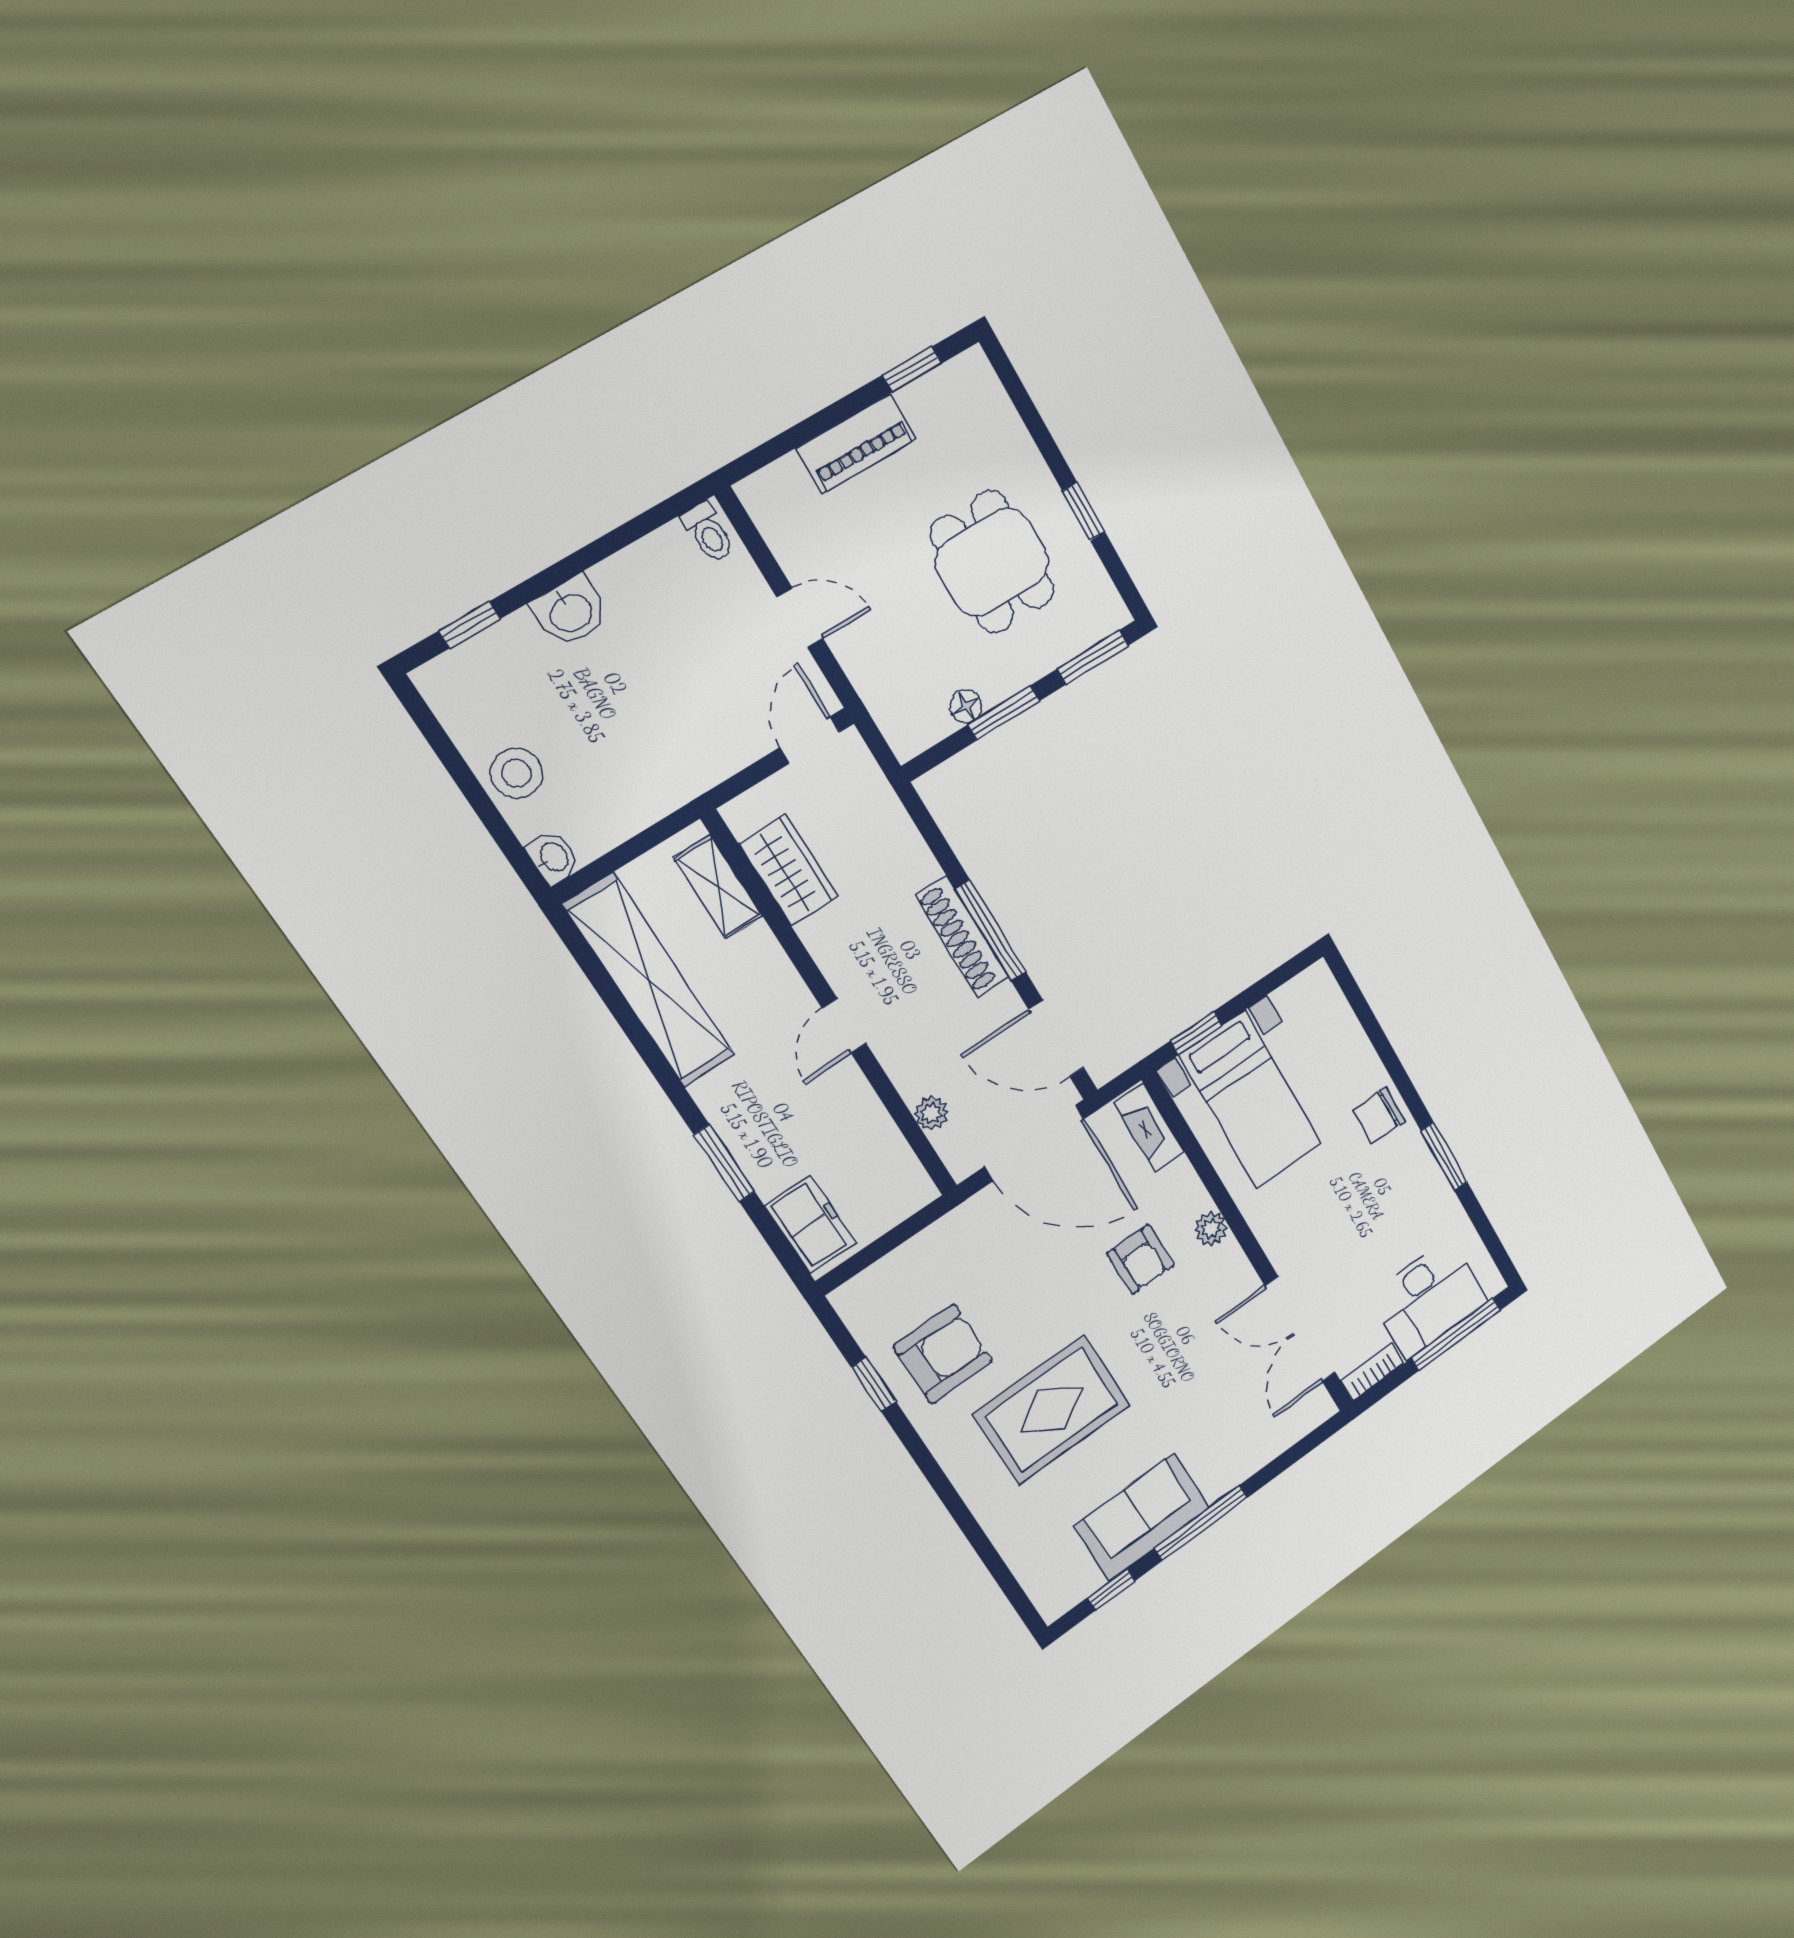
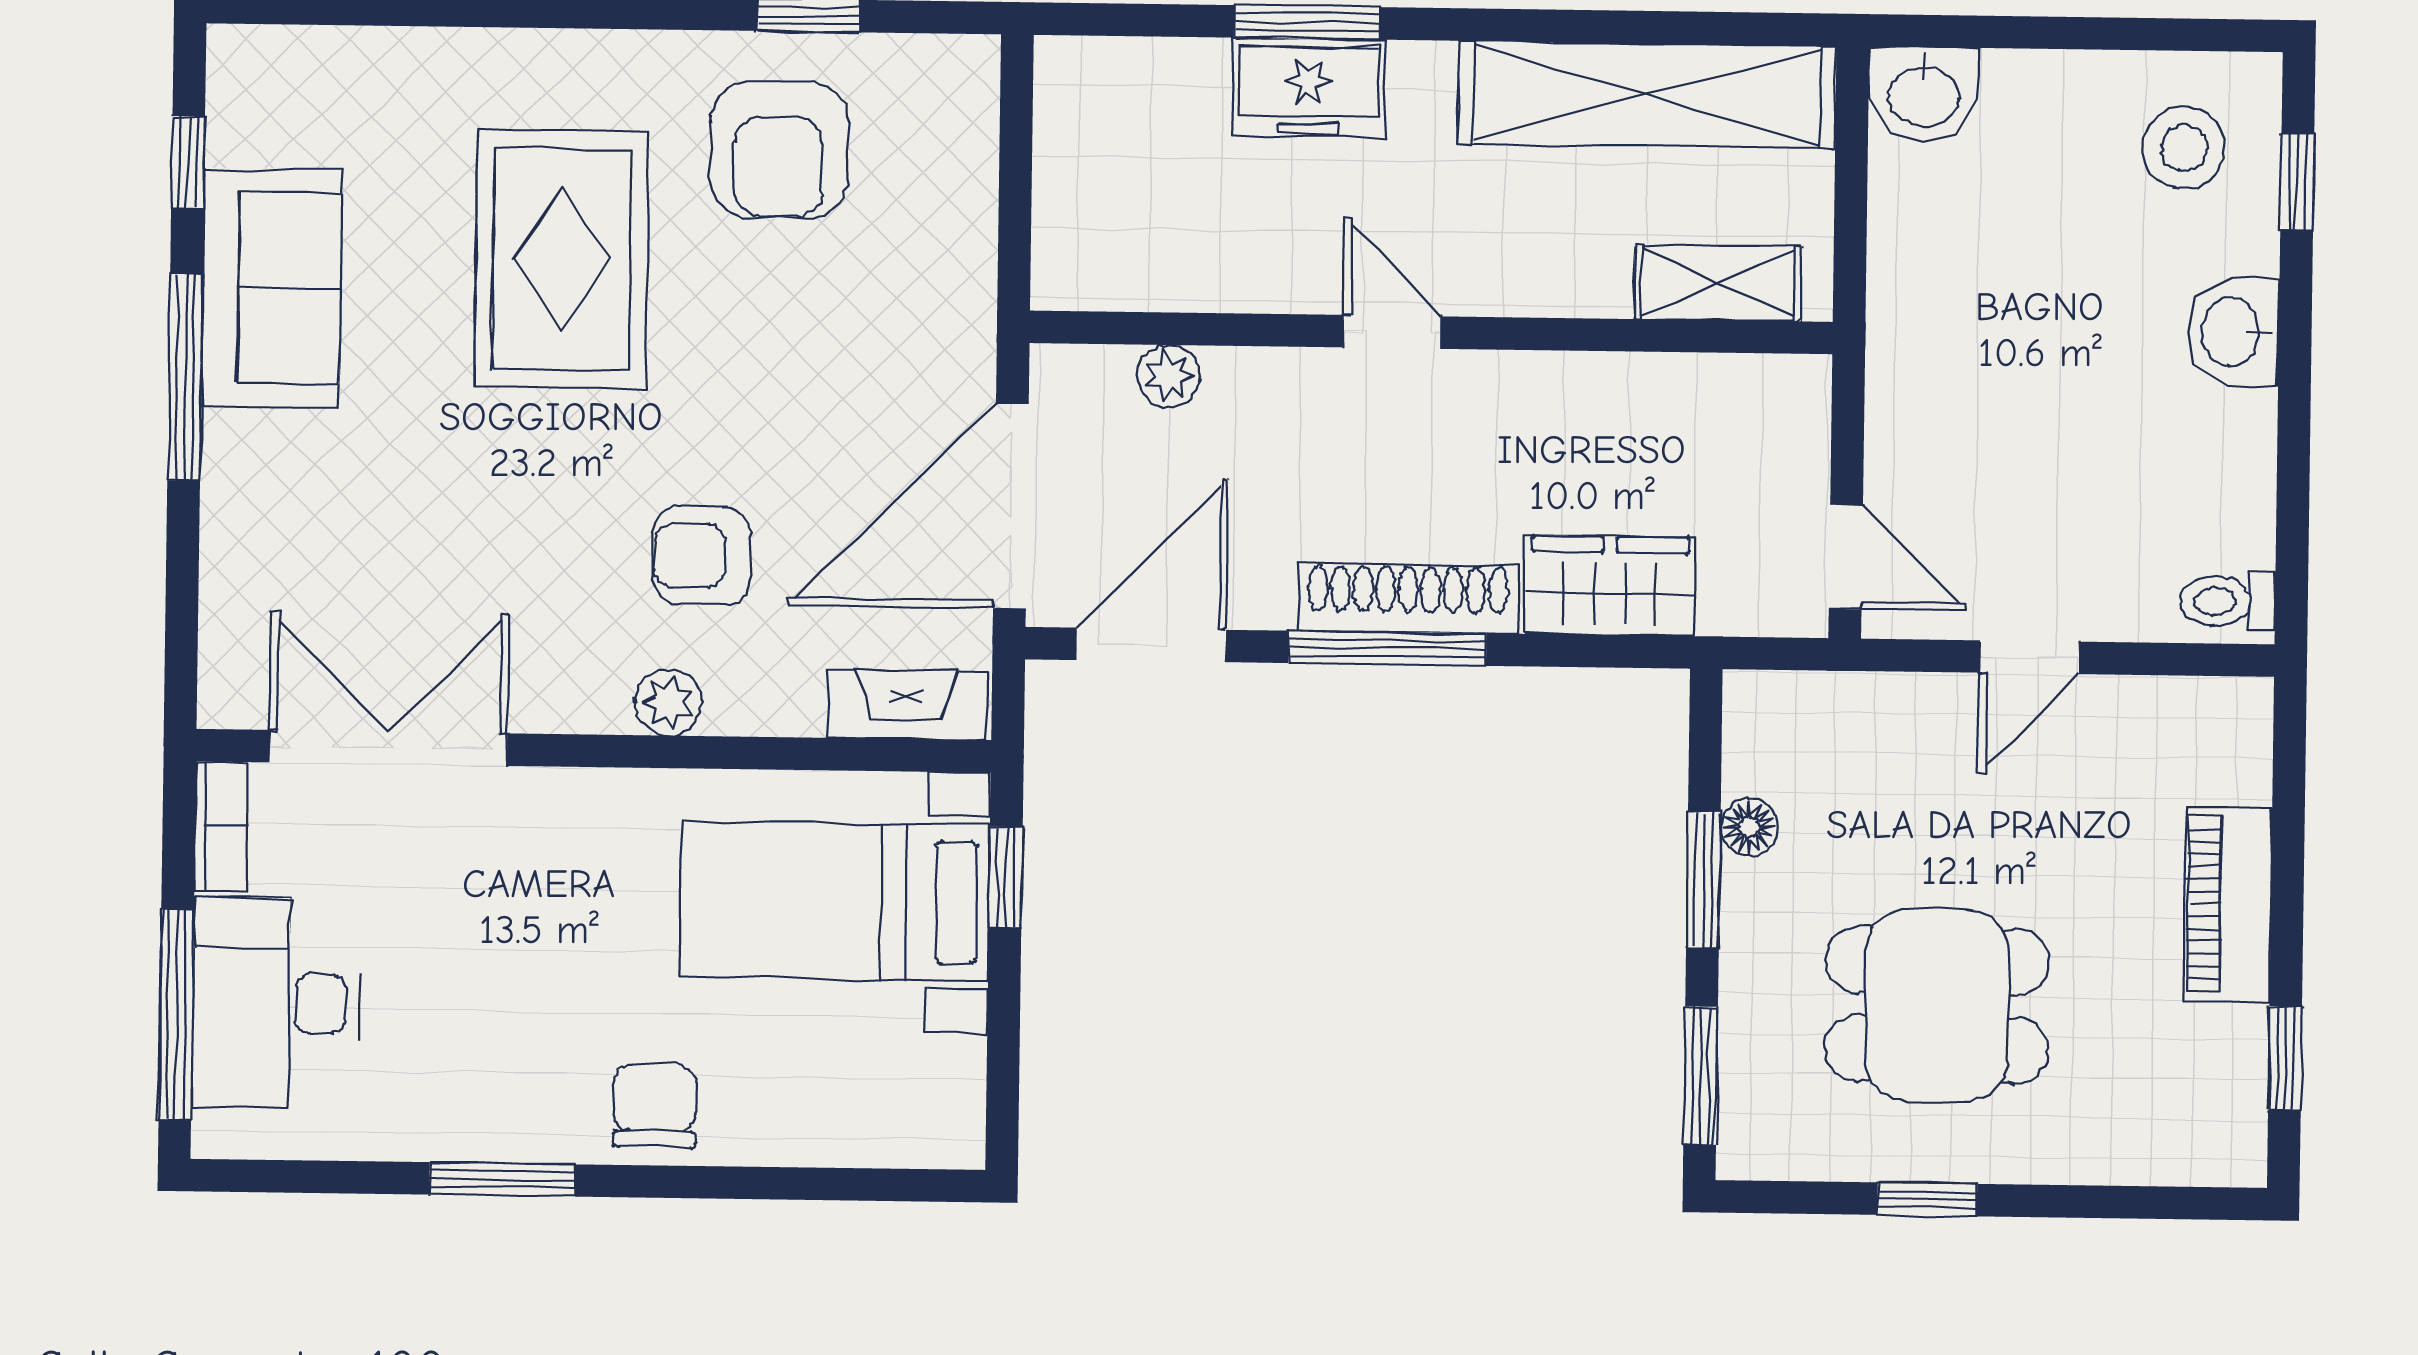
stool: (517, 773) -> (2184, 148), moved
washbasin: (553, 858) -> (1924, 94), width x1.38, depth x1.45
wardrobe: (789, 870) -> (1610, 586), moved, turned 180
freezer: (810, 1224) -> (1309, 88), moved

